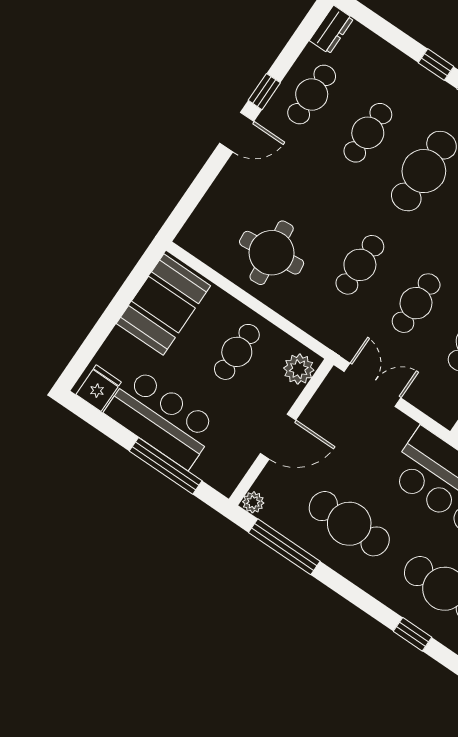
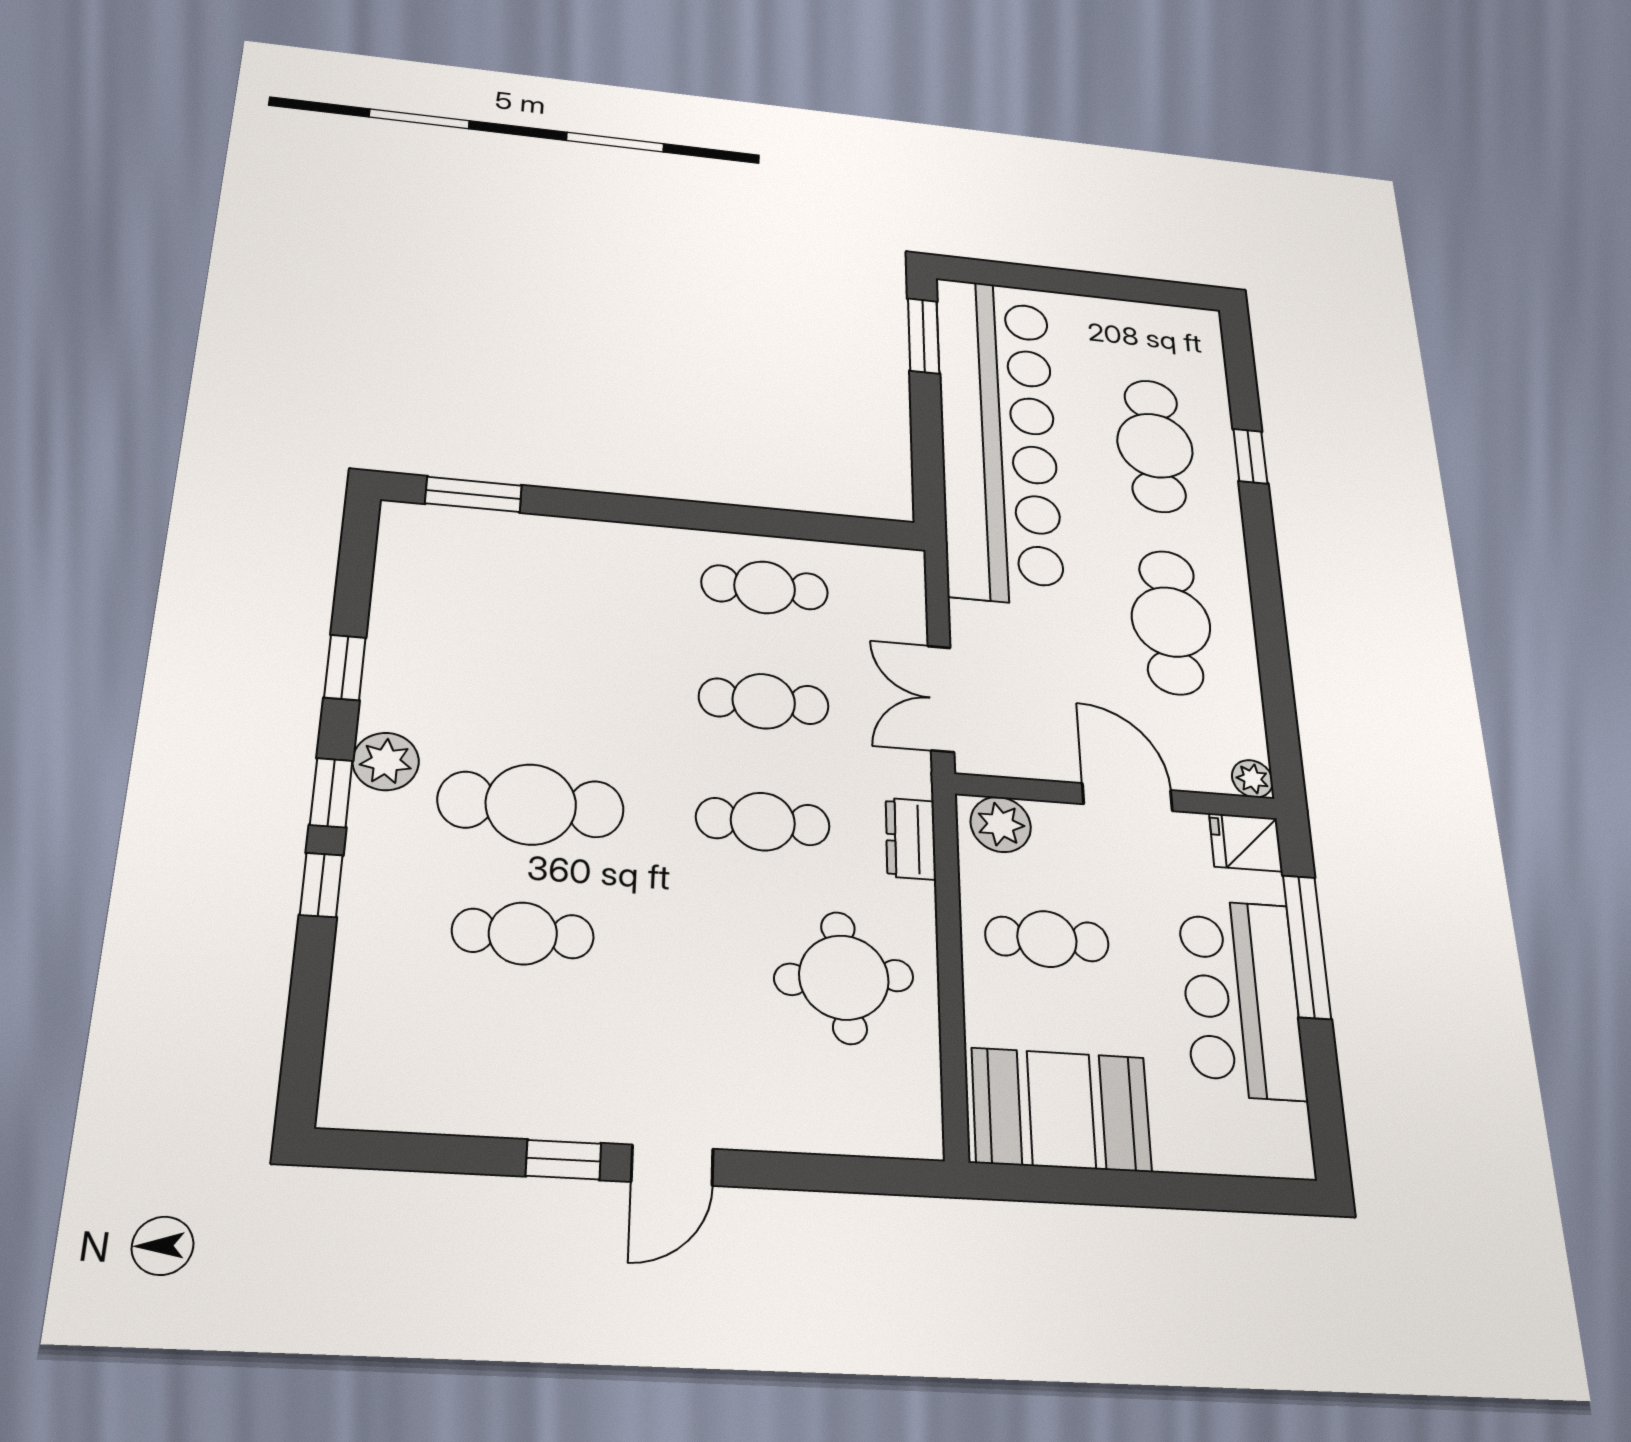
dresser: (331, 30) -> (911, 839), moved, turned -90
cafe table: (312, 95) -> (514, 1071), removed
door: (237, 132) -> (672, 1165), swing flipped
fridge: (99, 388) -> (1246, 842), moved
window: (284, 547) -> (1278, 697), removed

